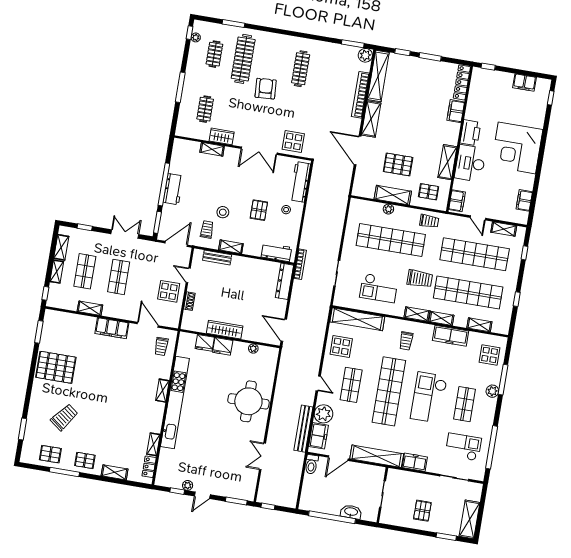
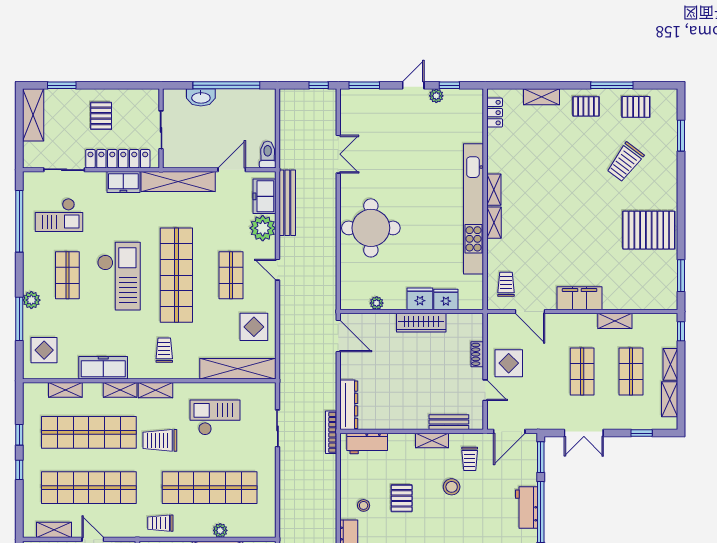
window: (524, 253) -> (19, 470), moved
shelving: (153, 444) -> (494, 190), moved
locker: (416, 479) -> (118, 159), added

